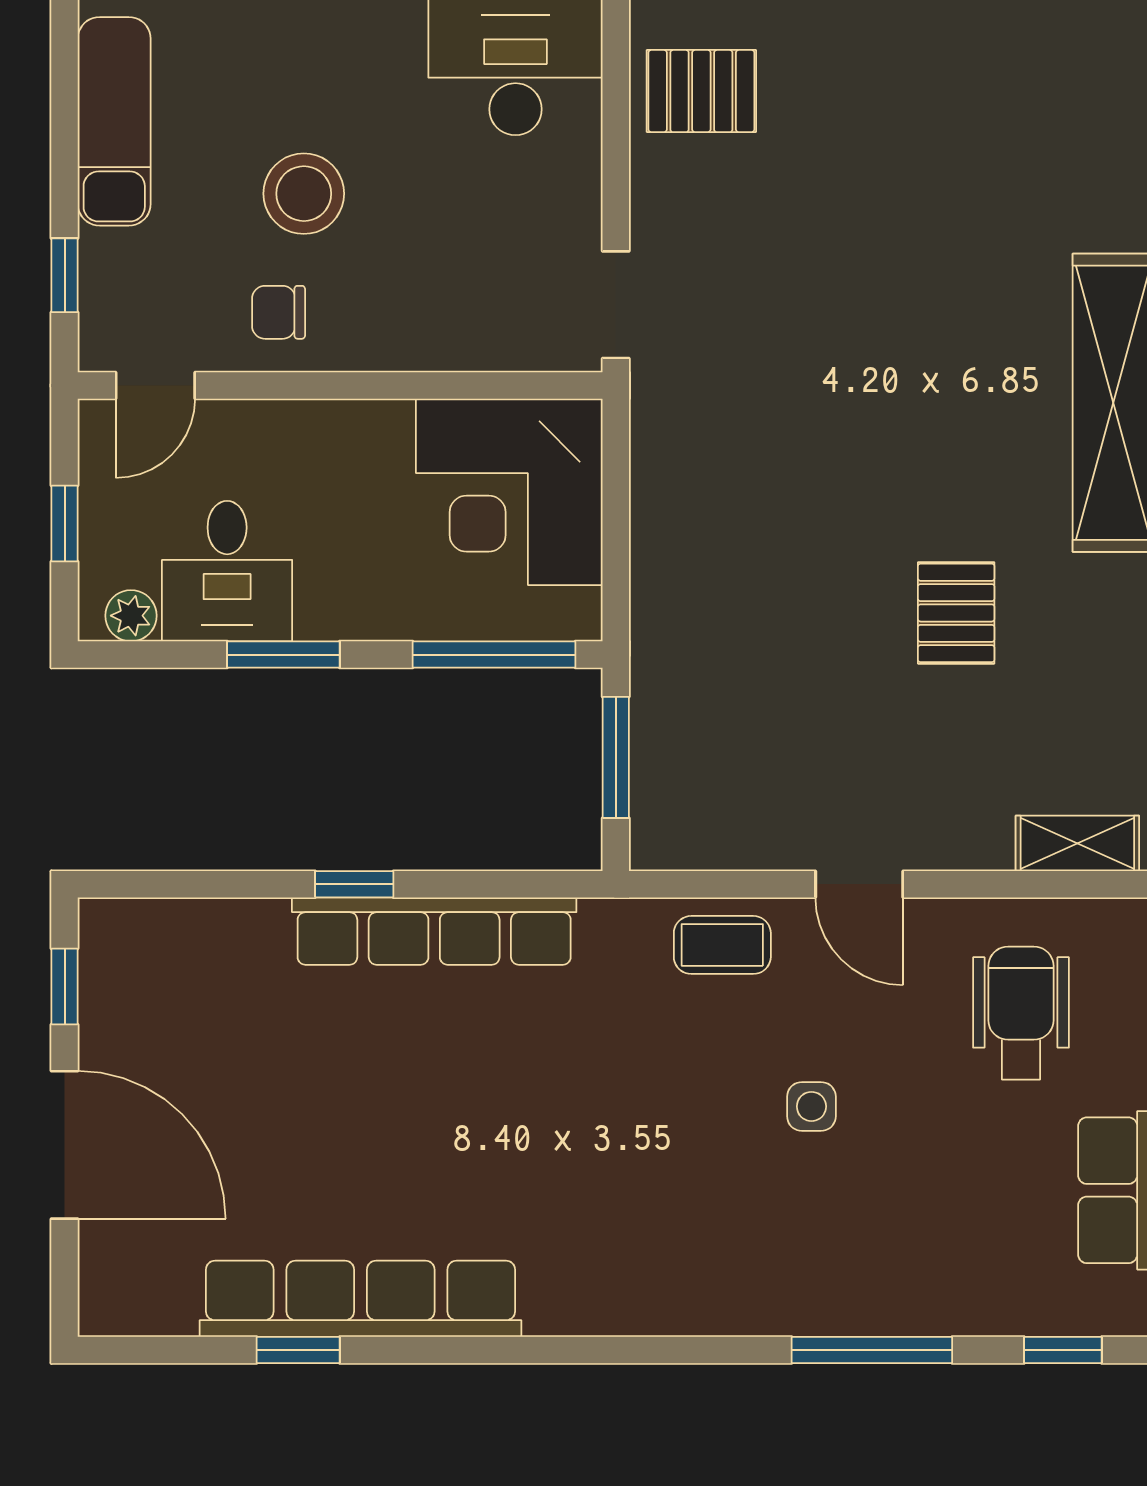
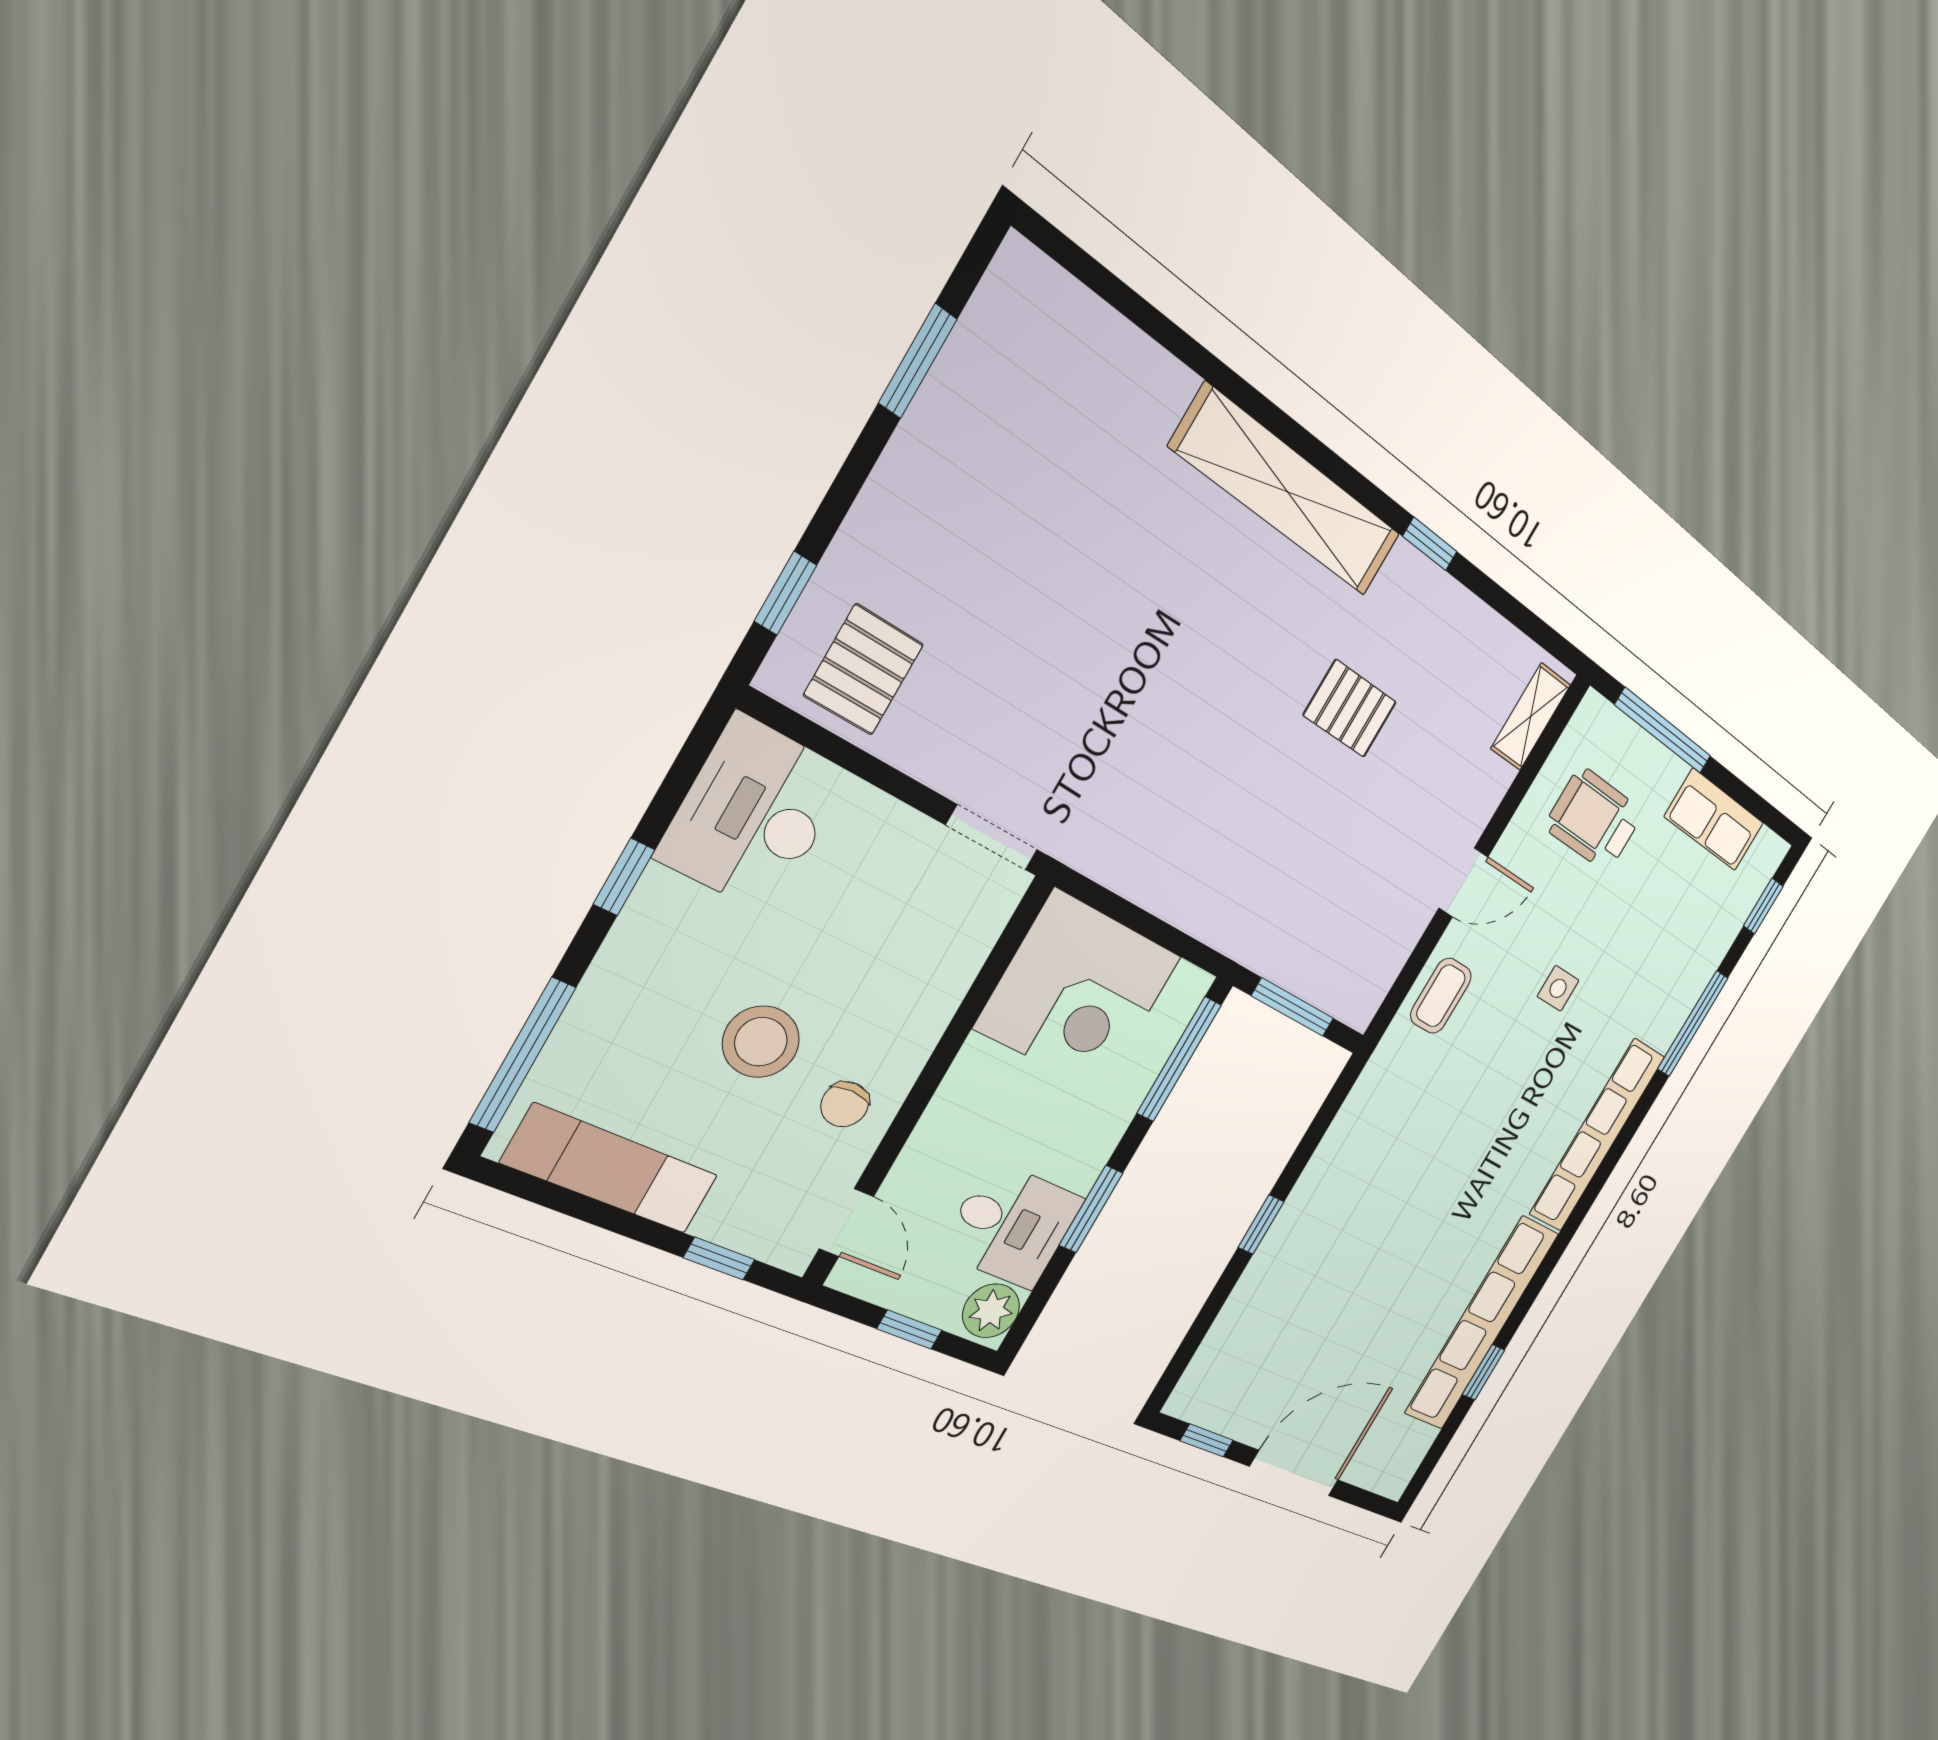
plant: (131, 616) -> (991, 1311), width x1.38, depth x1.38
row of seats: (434, 931) -> (1597, 1135), moved, turned 180

